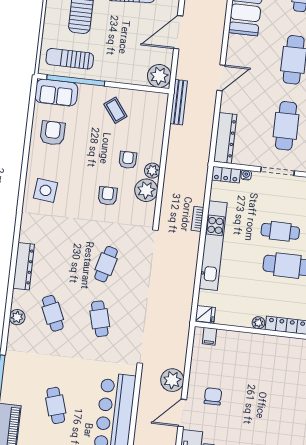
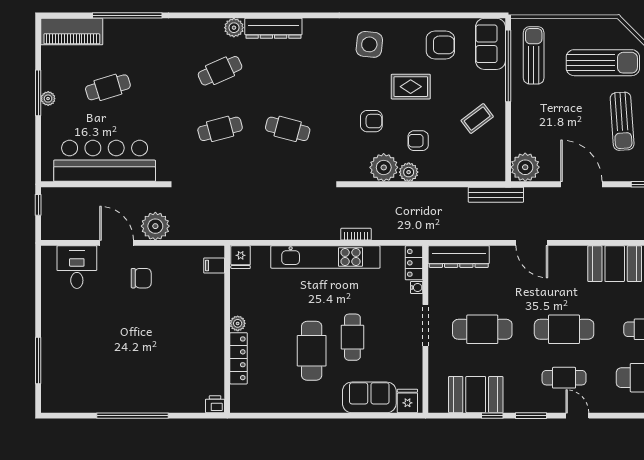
armchair: (128, 160) -> (418, 141), turned 180
rug: (83, 161) -> (411, 87), added
plant: (17, 317) -> (234, 28), moved

